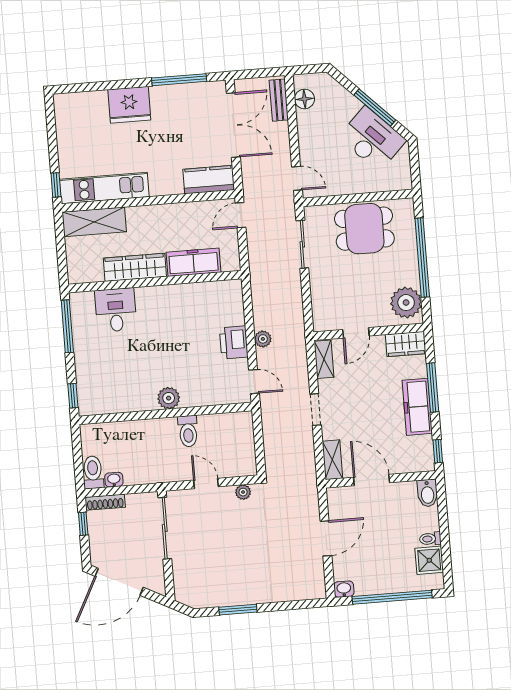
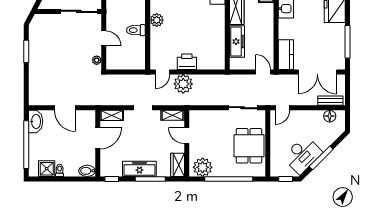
window: (415, 164) -> (286, 179), added
plant: (263, 339) -> (183, 84), width x1.87, depth x1.87
door: (206, 483) -> (104, 38), hinge flipped
washbasin: (344, 589) -> (36, 121), width x1.91, depth x1.45

